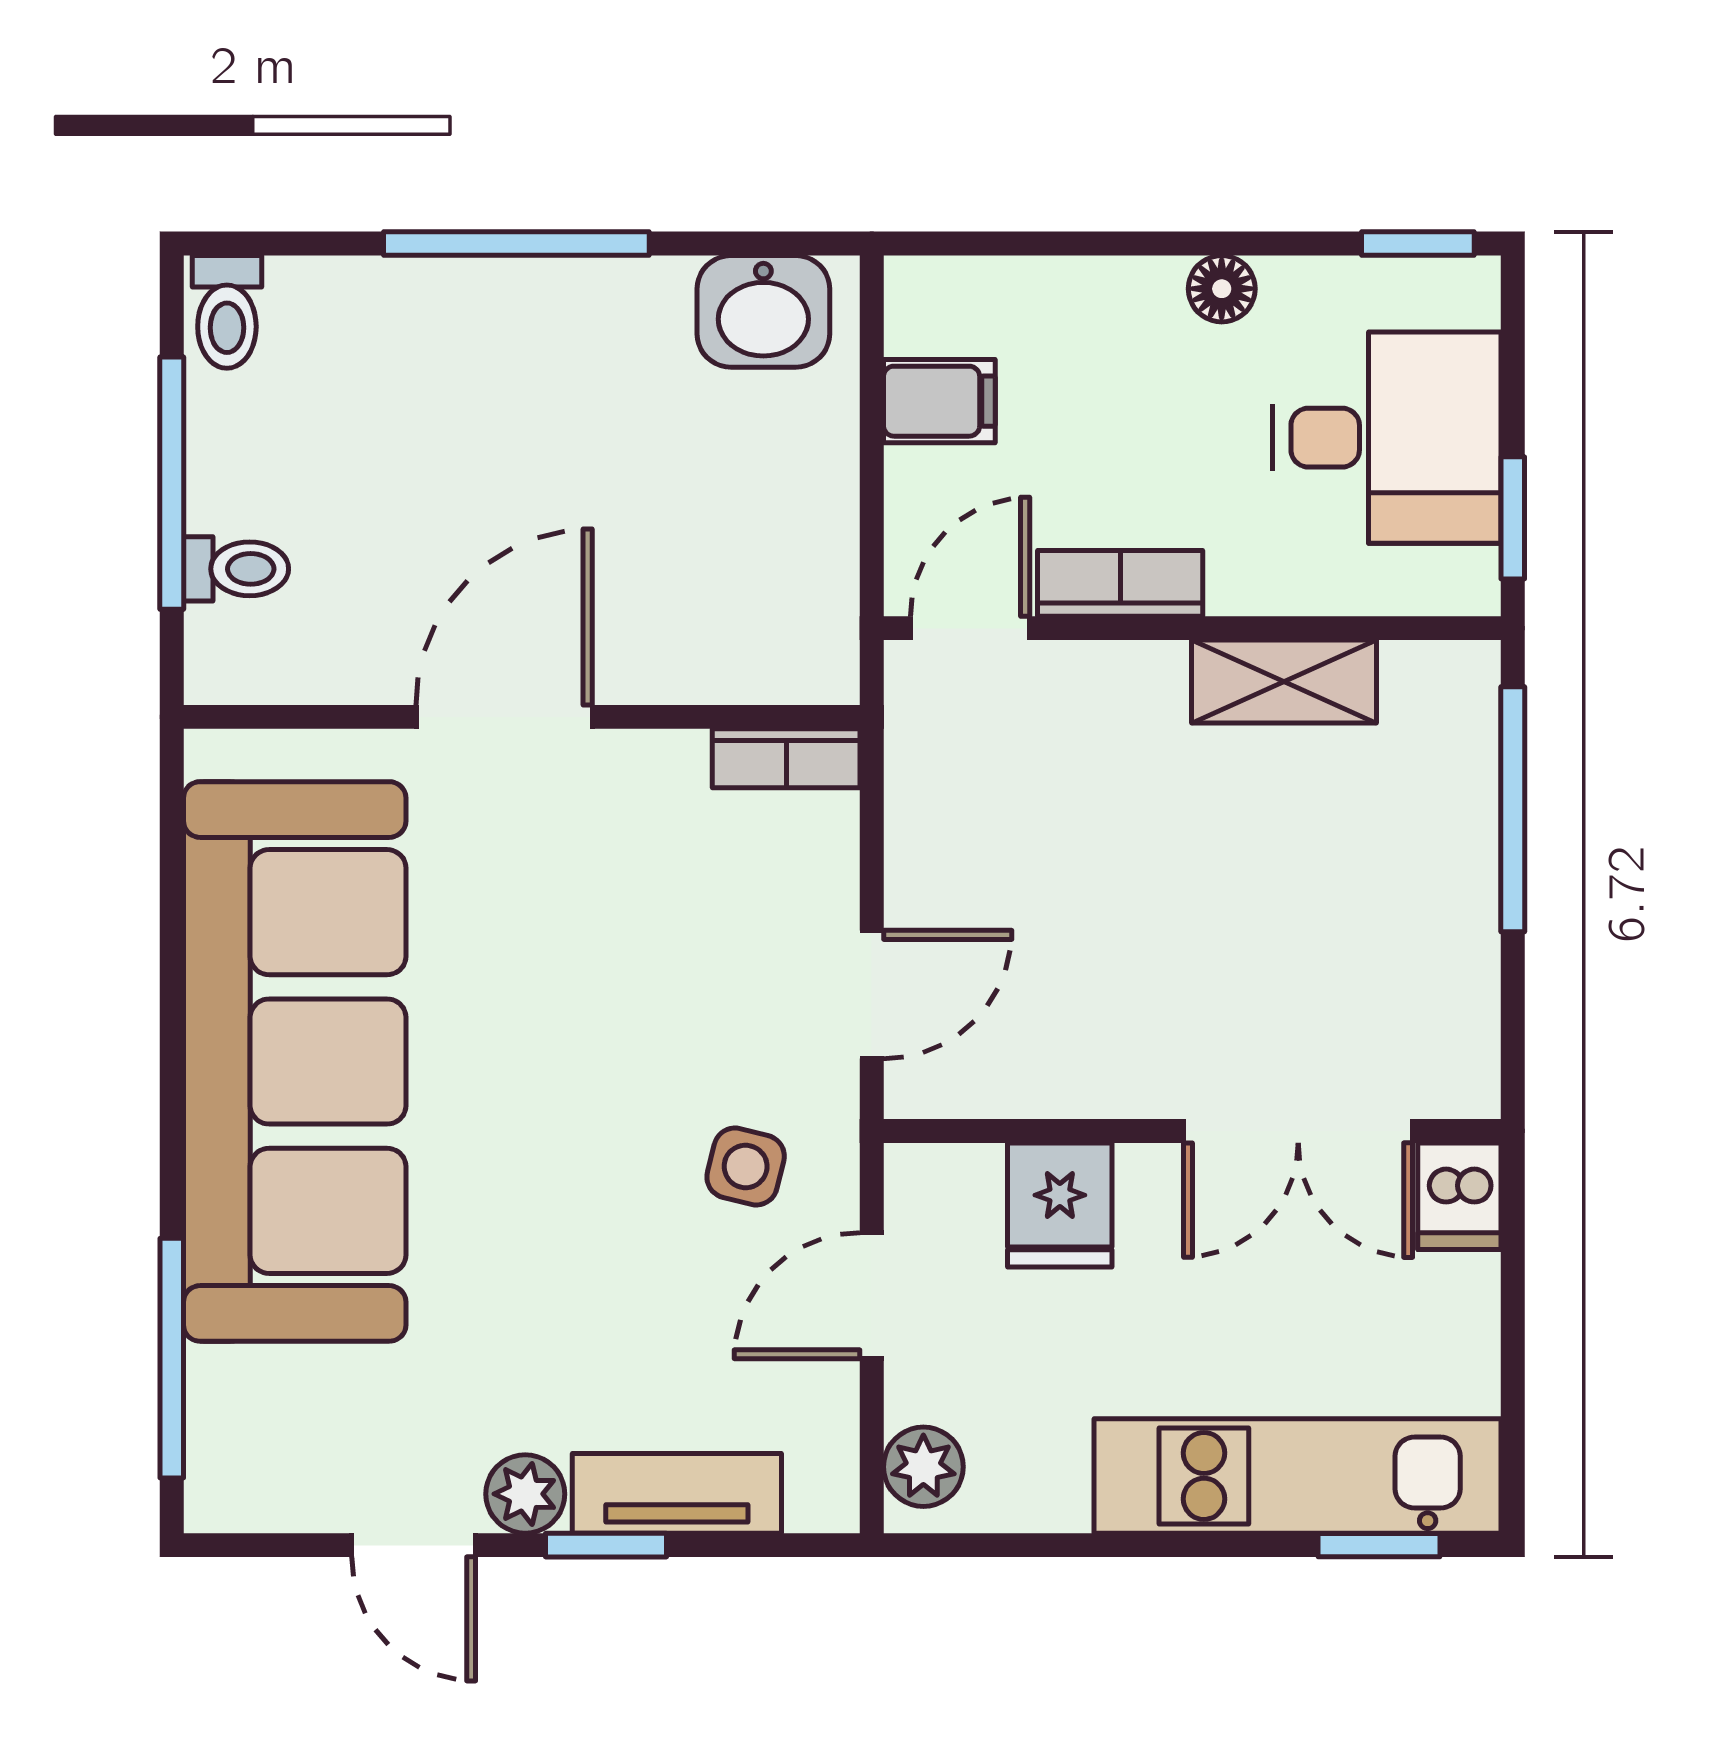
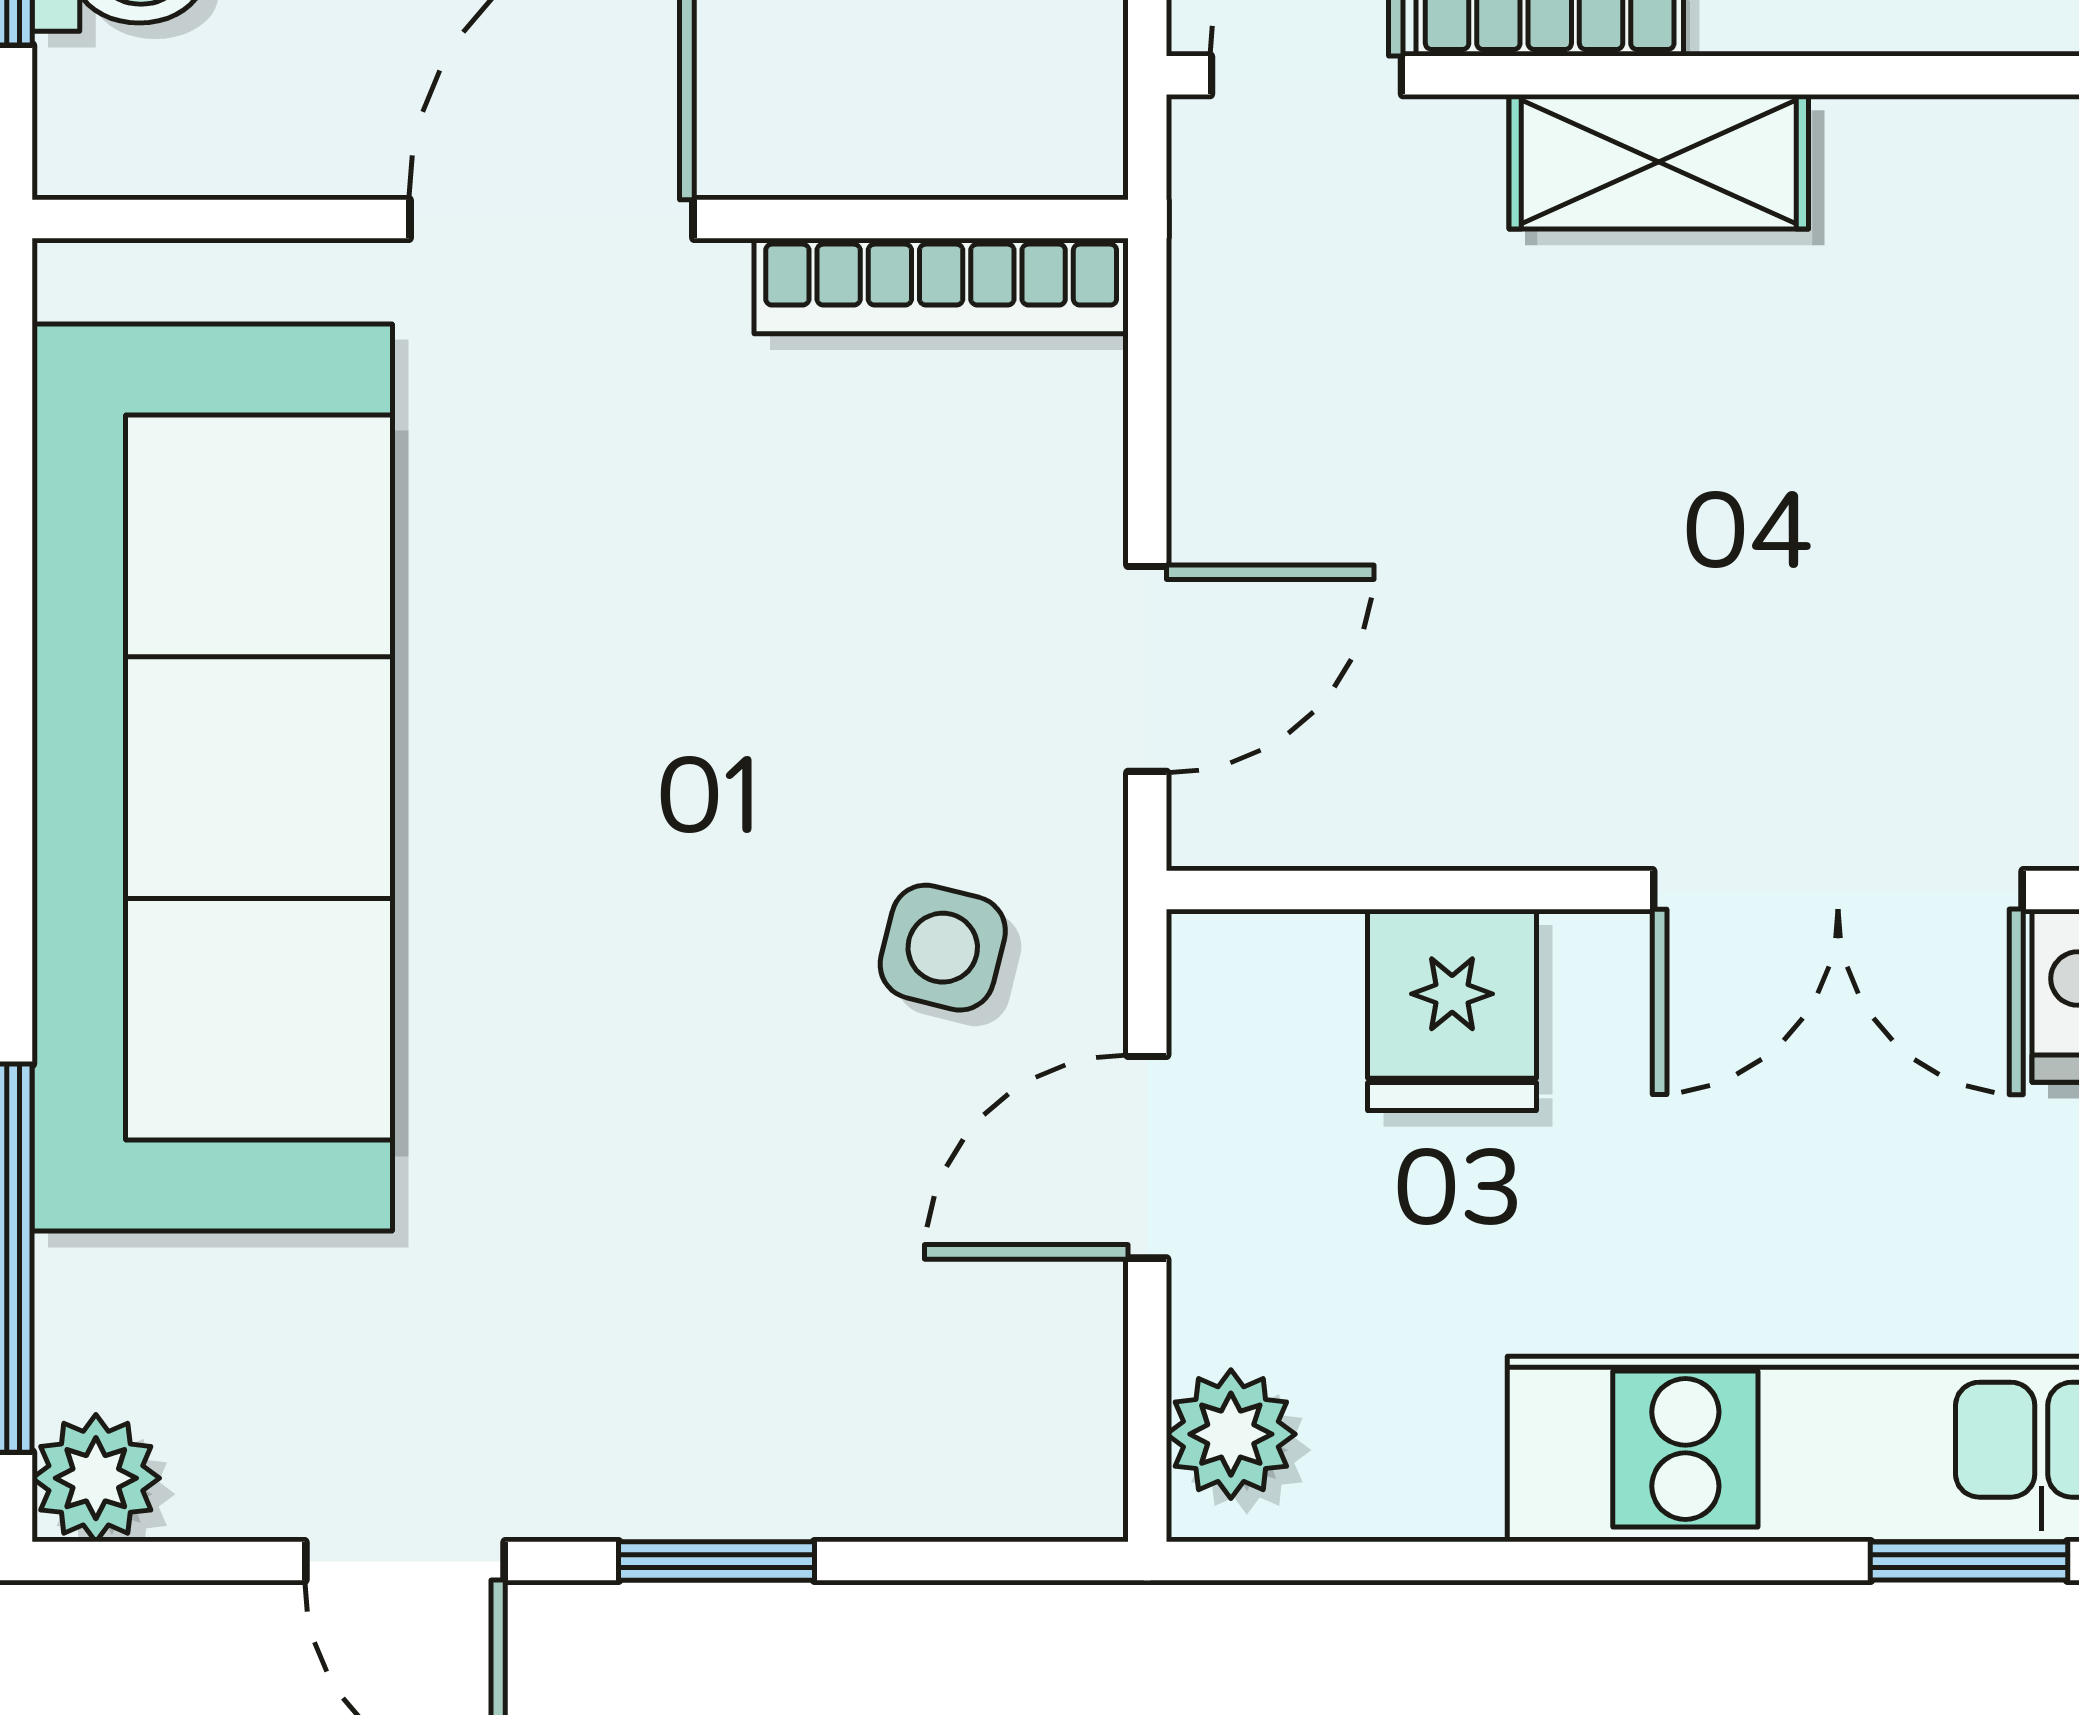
shelving: (1284, 681) -> (1659, 162), moved
bookcase: (786, 758) -> (941, 286), width x1.56
tv unit: (677, 1493) -> (832, 1477), removed
plant: (525, 1494) -> (96, 1478), moved

